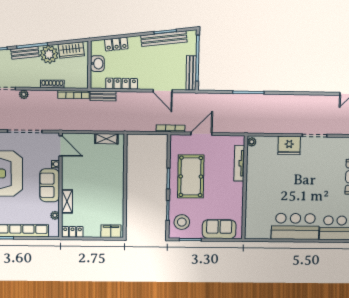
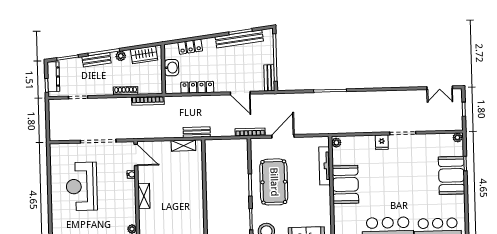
plant: (49, 54) -> (121, 56), width x0.53, depth x0.53
bench: (191, 73) -> (269, 78), width x0.73
plant: (24, 94) -> (96, 103), removed
bench: (103, 96) -> (197, 132), moved
fridge: (289, 146) -> (382, 142), width x0.53, depth x0.75
booth: (258, 181) -> (345, 184), added
sofa: (50, 185) -> (126, 197), removed
shelving: (67, 201) -> (144, 196), moved

